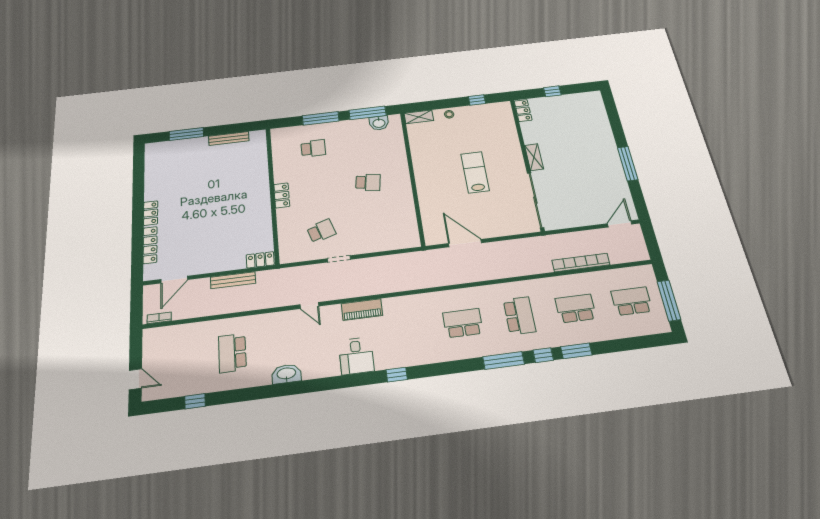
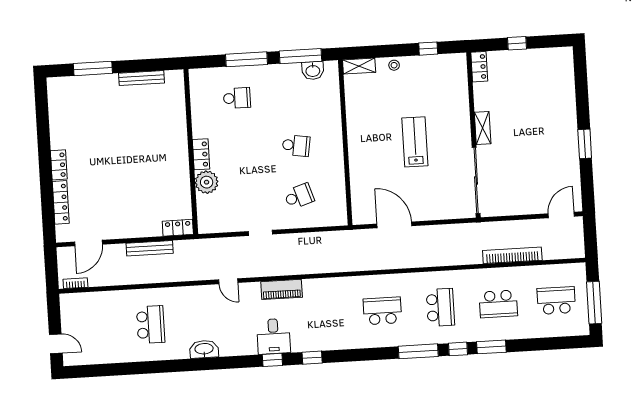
window: (628, 164) -> (585, 144), width x0.69
plant: (287, 218) -> (207, 182), added
school desk: (321, 231) -> (299, 196), moved
school desk: (576, 308) -> (498, 304), turned 180
school desk: (232, 353) -> (151, 325), turned 180
window: (195, 401) -> (272, 360), moved

